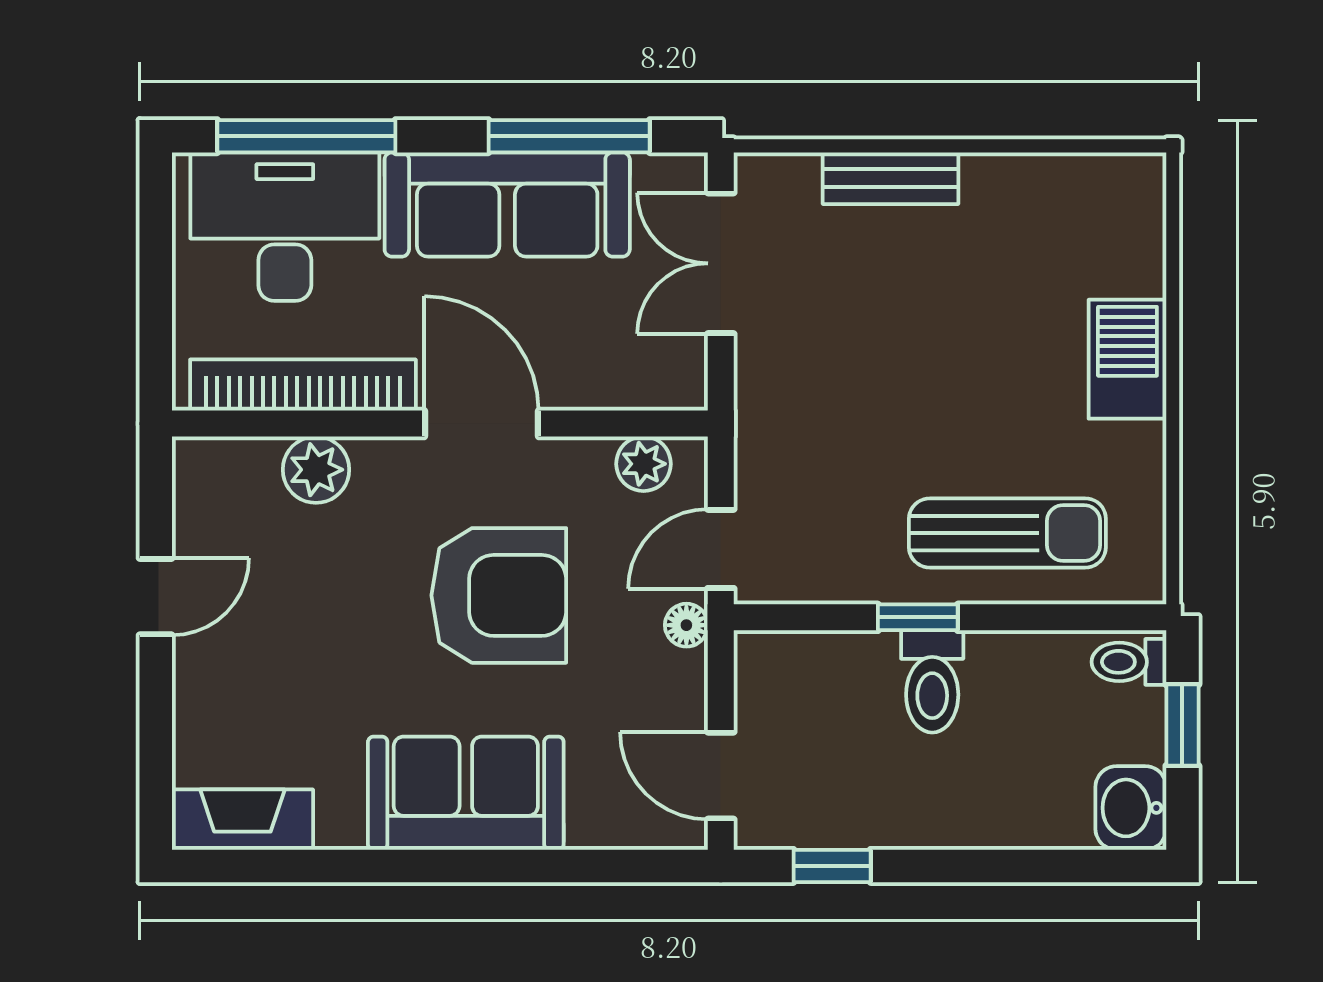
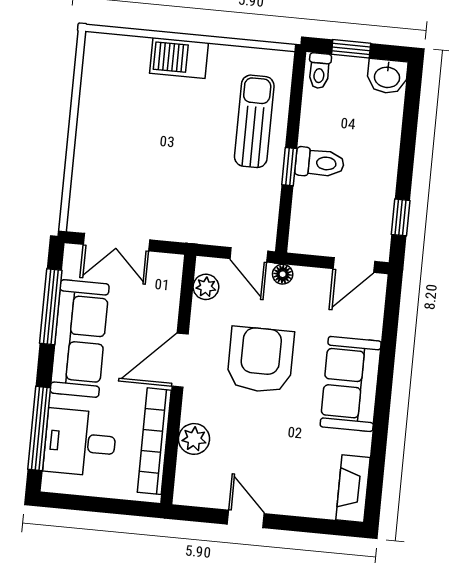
bench: (890, 178) -> (85, 160), removed
desk: (285, 227) -> (80, 443), width x0.73

